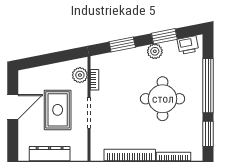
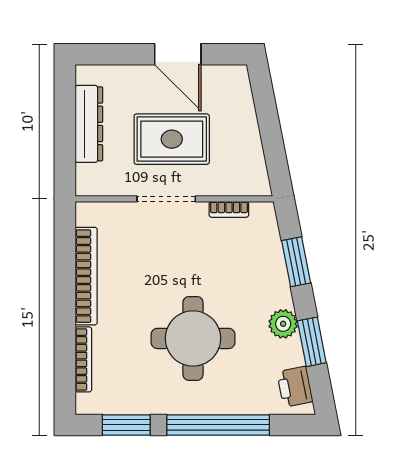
plant: (80, 75) -> (238, 182), removed

